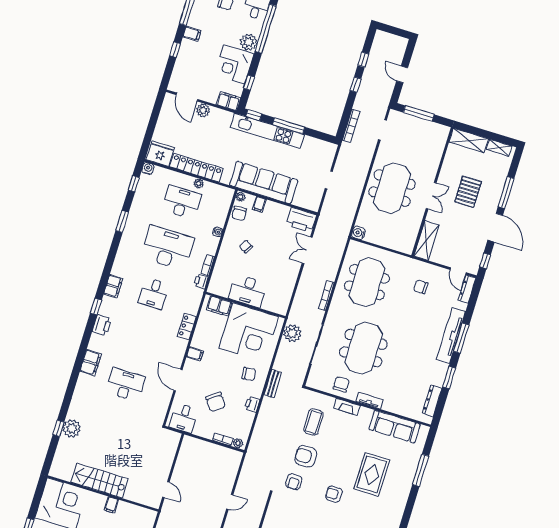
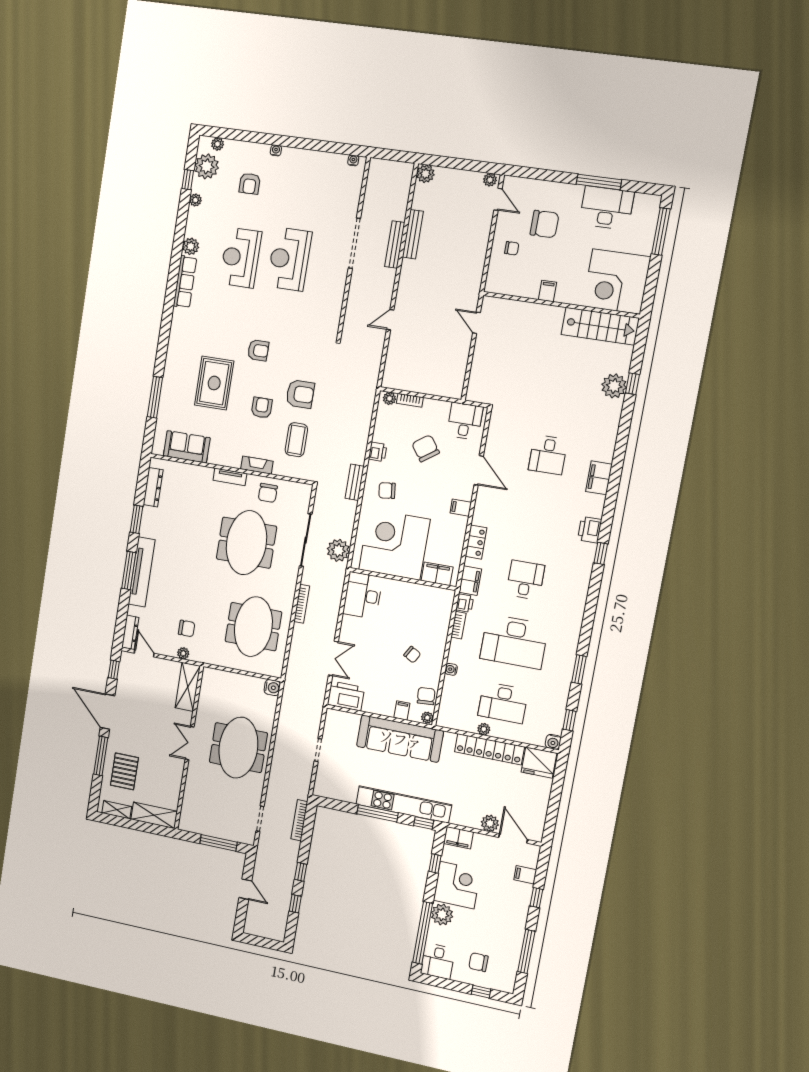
filing cabinet: (192, 34) -> (525, 875), moved
pallet: (468, 192) -> (124, 771), moved
plant: (426, 268) -> (183, 653), added
filing cabinet: (113, 286) -> (470, 581), moved, turned 180
desk: (248, 291) -> (363, 595), moved, turned -90
desk: (125, 385) -> (548, 455), width x0.73
sofa: (395, 427) -> (187, 447), width x0.73
stairs: (100, 480) -> (600, 326), moved
armchair: (294, 482) -> (262, 408), moved

